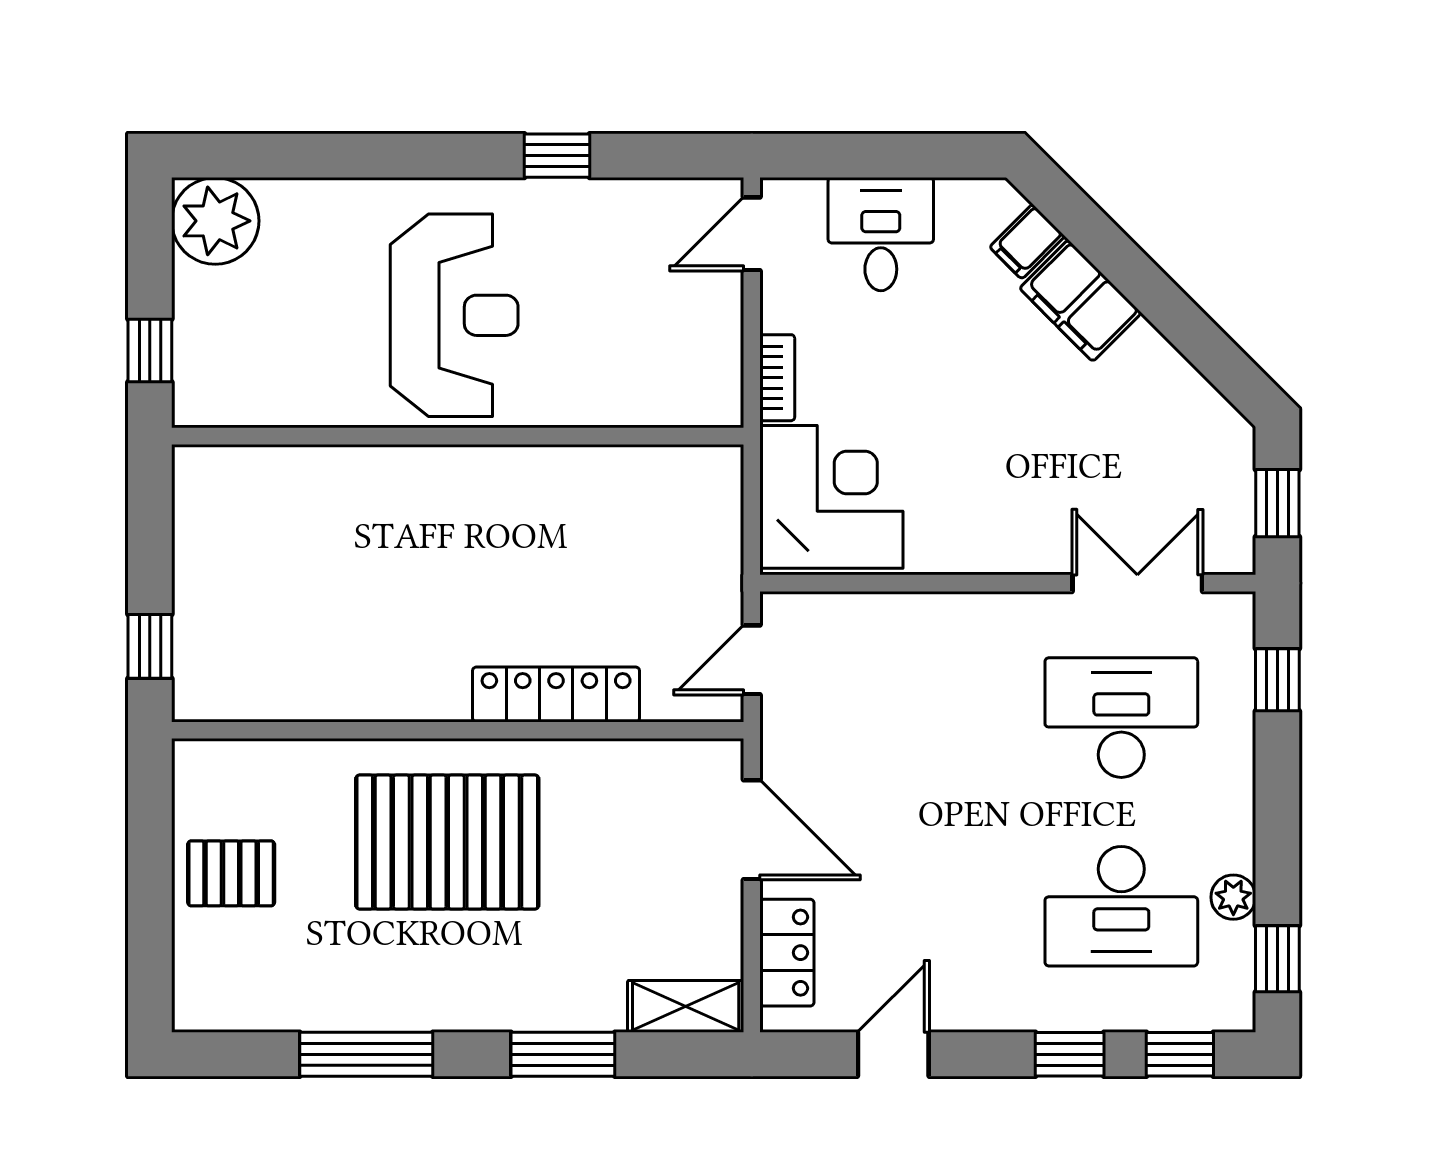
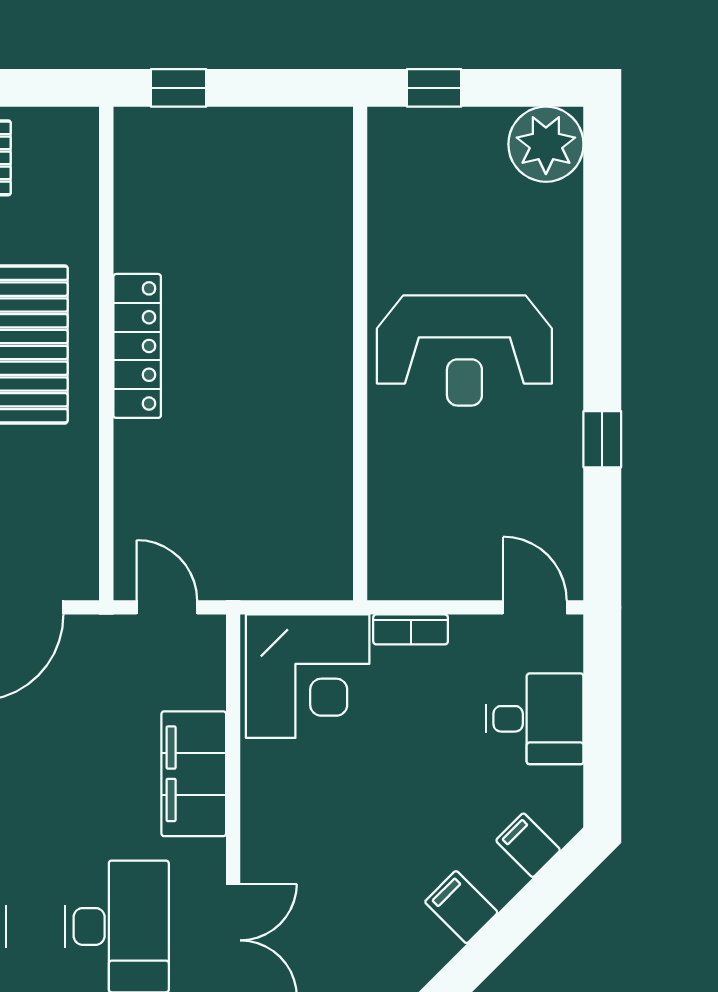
filing cabinet: (1081, 301) -> (461, 907), width x0.50
filing cabinet: (944, 629) -> (194, 774), added
locker: (556, 694) -> (137, 346), moved

